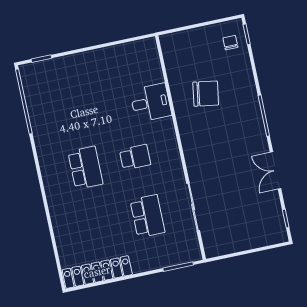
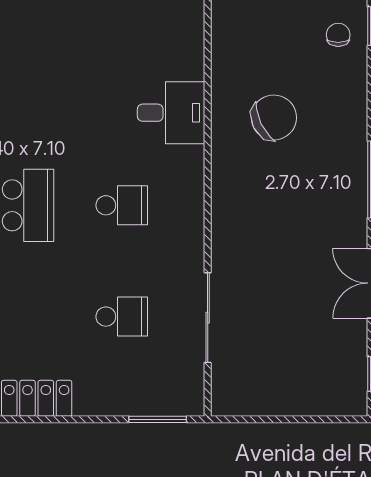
chair: (206, 94) -> (274, 117), turned -35
school desk: (148, 216) -> (122, 317), width x0.54

